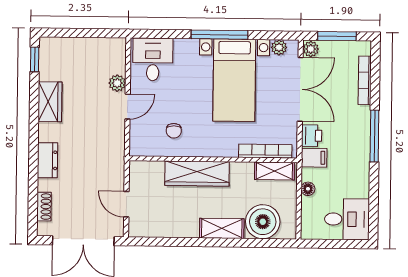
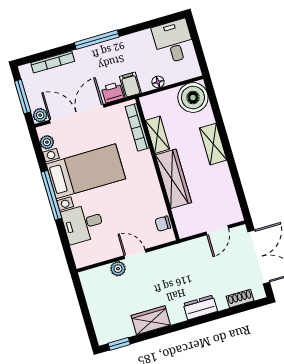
desk: (153, 59) -> (83, 224), moved
chair: (174, 131) -> (163, 224), moved, turned 180
shelving: (274, 171) -> (157, 135), moved
boiler: (263, 222) -> (193, 97), moved

